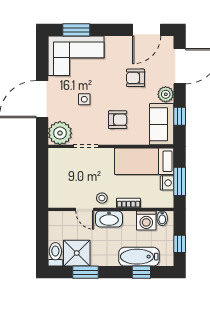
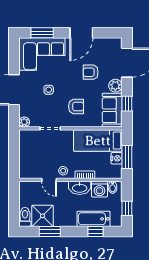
door: (147, 30) -> (81, 33), moved
plant: (60, 133) -> (24, 122), width x0.53, depth x0.53
washbasin: (109, 219) -> (80, 188), moved

